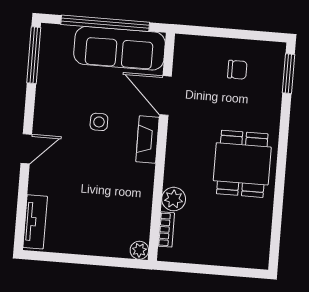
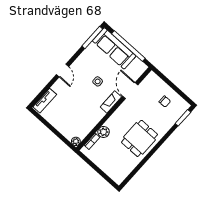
sofa: (119, 48) -> (114, 48), moved
door: (26, 149) -> (63, 71), hinge flipped

